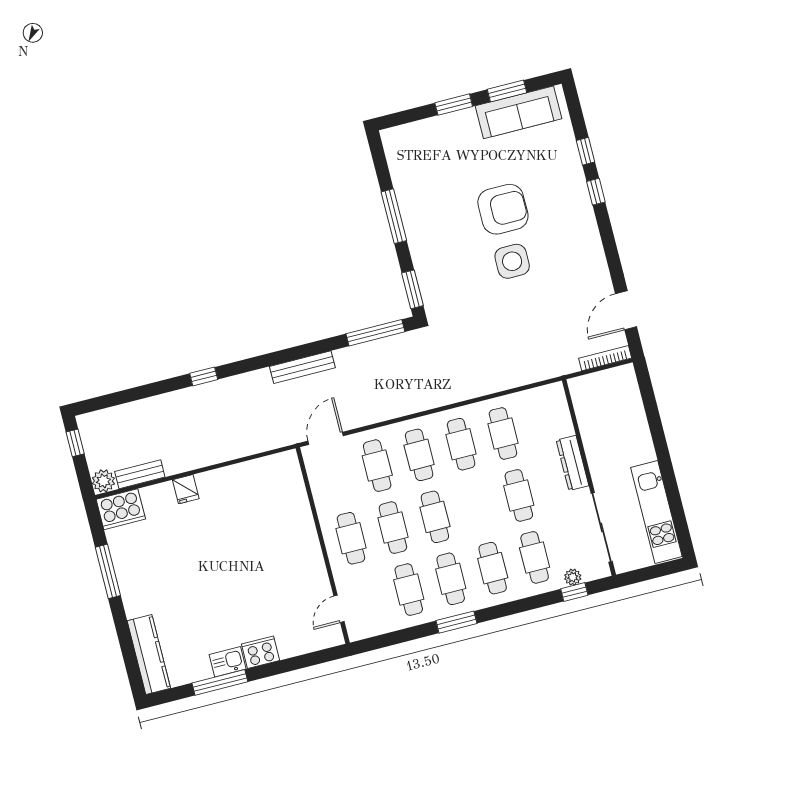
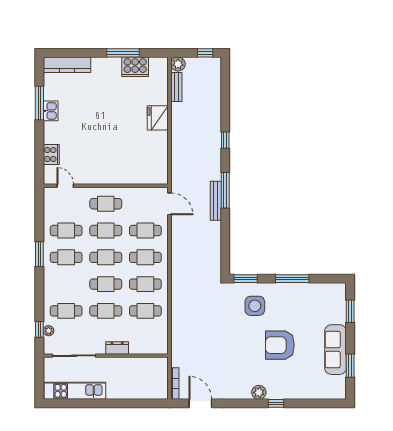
window: (454, 105) -> (350, 311), moved
sofa: (519, 112) -> (335, 350), moved
window: (586, 151) -> (302, 403), removed
armchair: (503, 209) -> (280, 345), turned 90
plant: (585, 223) -> (259, 392), added
side table: (512, 261) -> (255, 306), moved
window: (375, 333) -> (225, 190), moved
dresser: (572, 463) -> (117, 348), width x0.70
fridge: (186, 489) -> (158, 118), width x1.88, depth x1.34
cooker: (121, 509) -> (135, 67), moved, turned -90
cafe table: (493, 568) -> (106, 284), moved
cooker: (261, 652) -> (51, 155), moved

